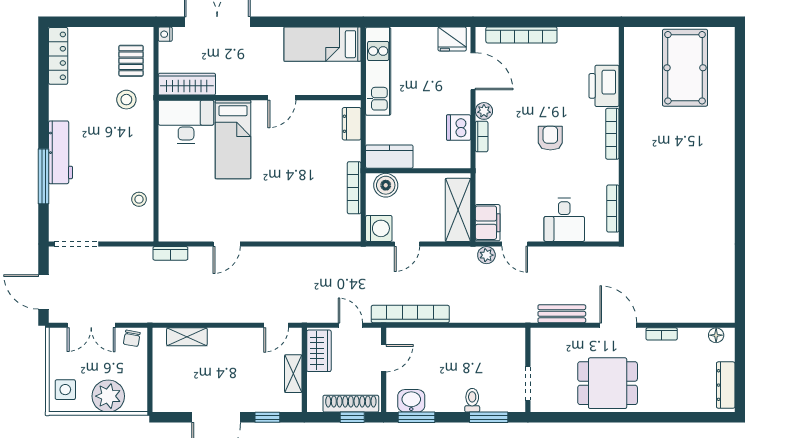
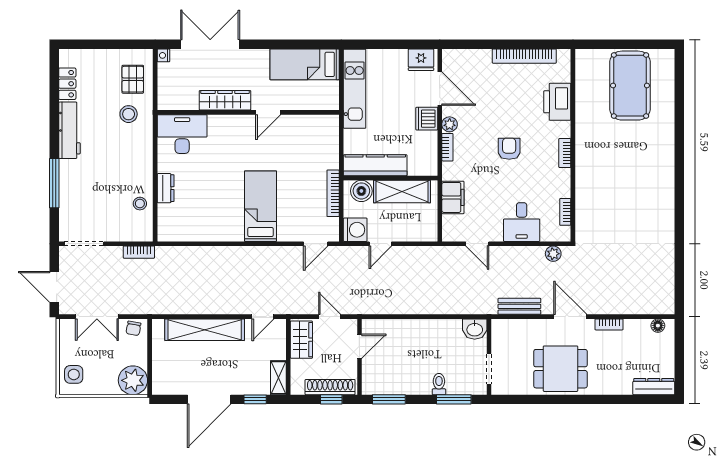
bookcase: (521, 35) -> (524, 56), moved
locker: (58, 56) -> (67, 84), width x0.66
wardrobe: (187, 84) -> (225, 100), moved
dresser: (352, 124) -> (166, 188), moved, turned 180
dishwasher: (459, 128) -> (427, 119), moved
bookcase: (612, 134) -> (565, 153), width x0.64
bed: (233, 139) -> (260, 206), moved, turned 180
workbench: (61, 152) -> (69, 130), moved
kitchen counter: (389, 157) -> (375, 165), width x1.50
bookcase: (613, 209) -> (565, 212), width x0.64
shelving: (458, 210) -> (402, 192), moved, turned 90
filing cabinet: (488, 223) -> (453, 197), moved
door: (227, 244) -> (316, 244), moved
bookcase: (170, 253) -> (139, 252), moved
plant: (486, 255) -> (553, 254), moved
bookcase: (410, 314) -> (383, 307), removed
shelving: (187, 337) -> (205, 330), width x2.20, depth x1.33
shelving: (293, 374) -> (278, 378), moved
dresser: (726, 385) -> (654, 387), moved, turned 90
plant: (108, 396) -> (133, 380), moved
washbasin: (411, 401) -> (475, 329), moved, turned 180

